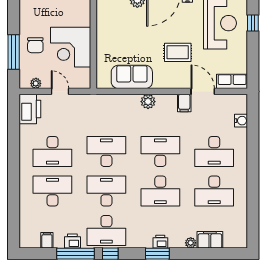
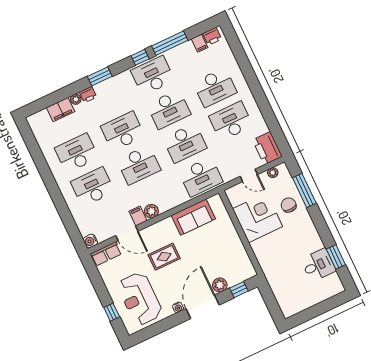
plant: (148, 102) -> (151, 211), moved
desk: (106, 112) -> (201, 177), added
water cooler: (241, 121) -> (90, 241), moved
printer: (72, 241) -> (212, 36), moved
printer: (160, 242) -> (88, 95), moved

